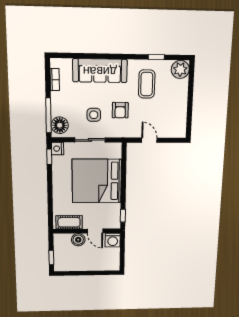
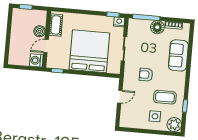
sofa: (100, 71) -> (178, 55), width x0.73
side table: (94, 115) -> (155, 116), moved
floor lamp: (60, 125) -> (157, 27), moved

